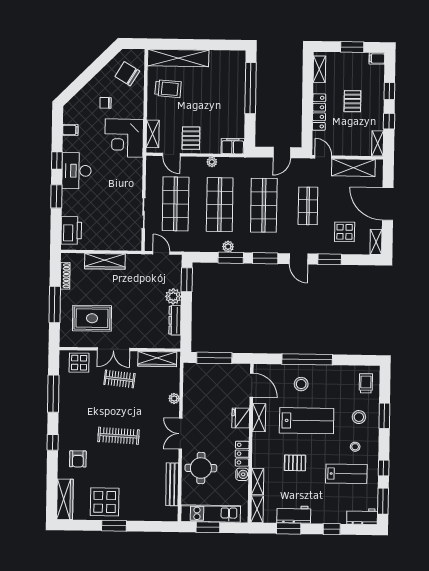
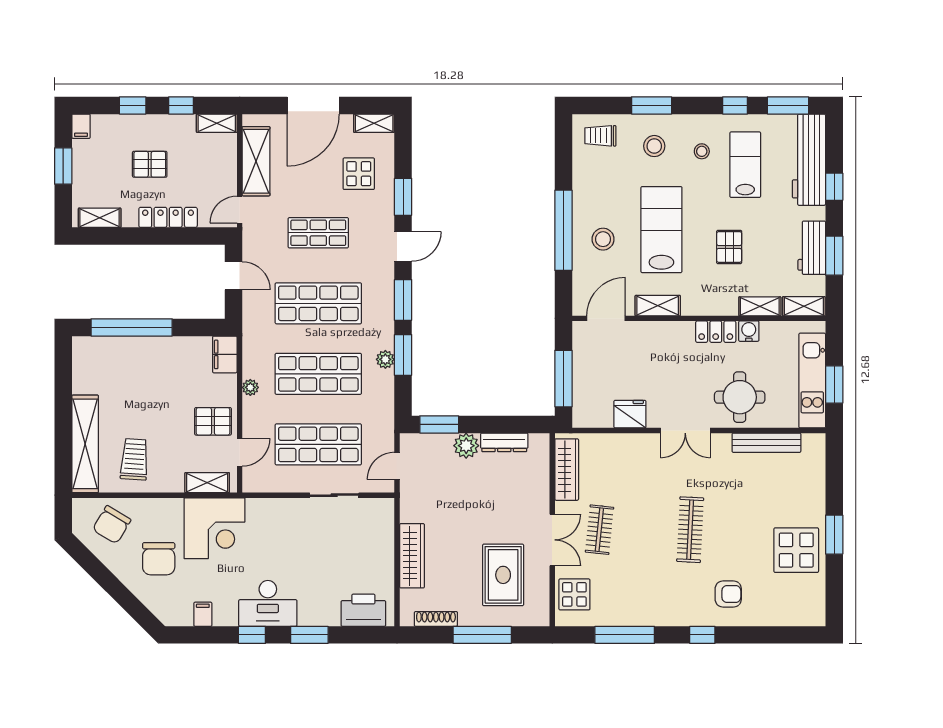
chair: (106, 103) -> (159, 559), width x1.87, depth x1.87
plant: (174, 398) -> (629, 442), removed
fridge: (241, 418) -> (630, 414), moved, turned 180
wardrobe: (65, 499) -> (793, 614), removed
workbench: (362, 516) -> (809, 160), width x1.88, depth x1.32

